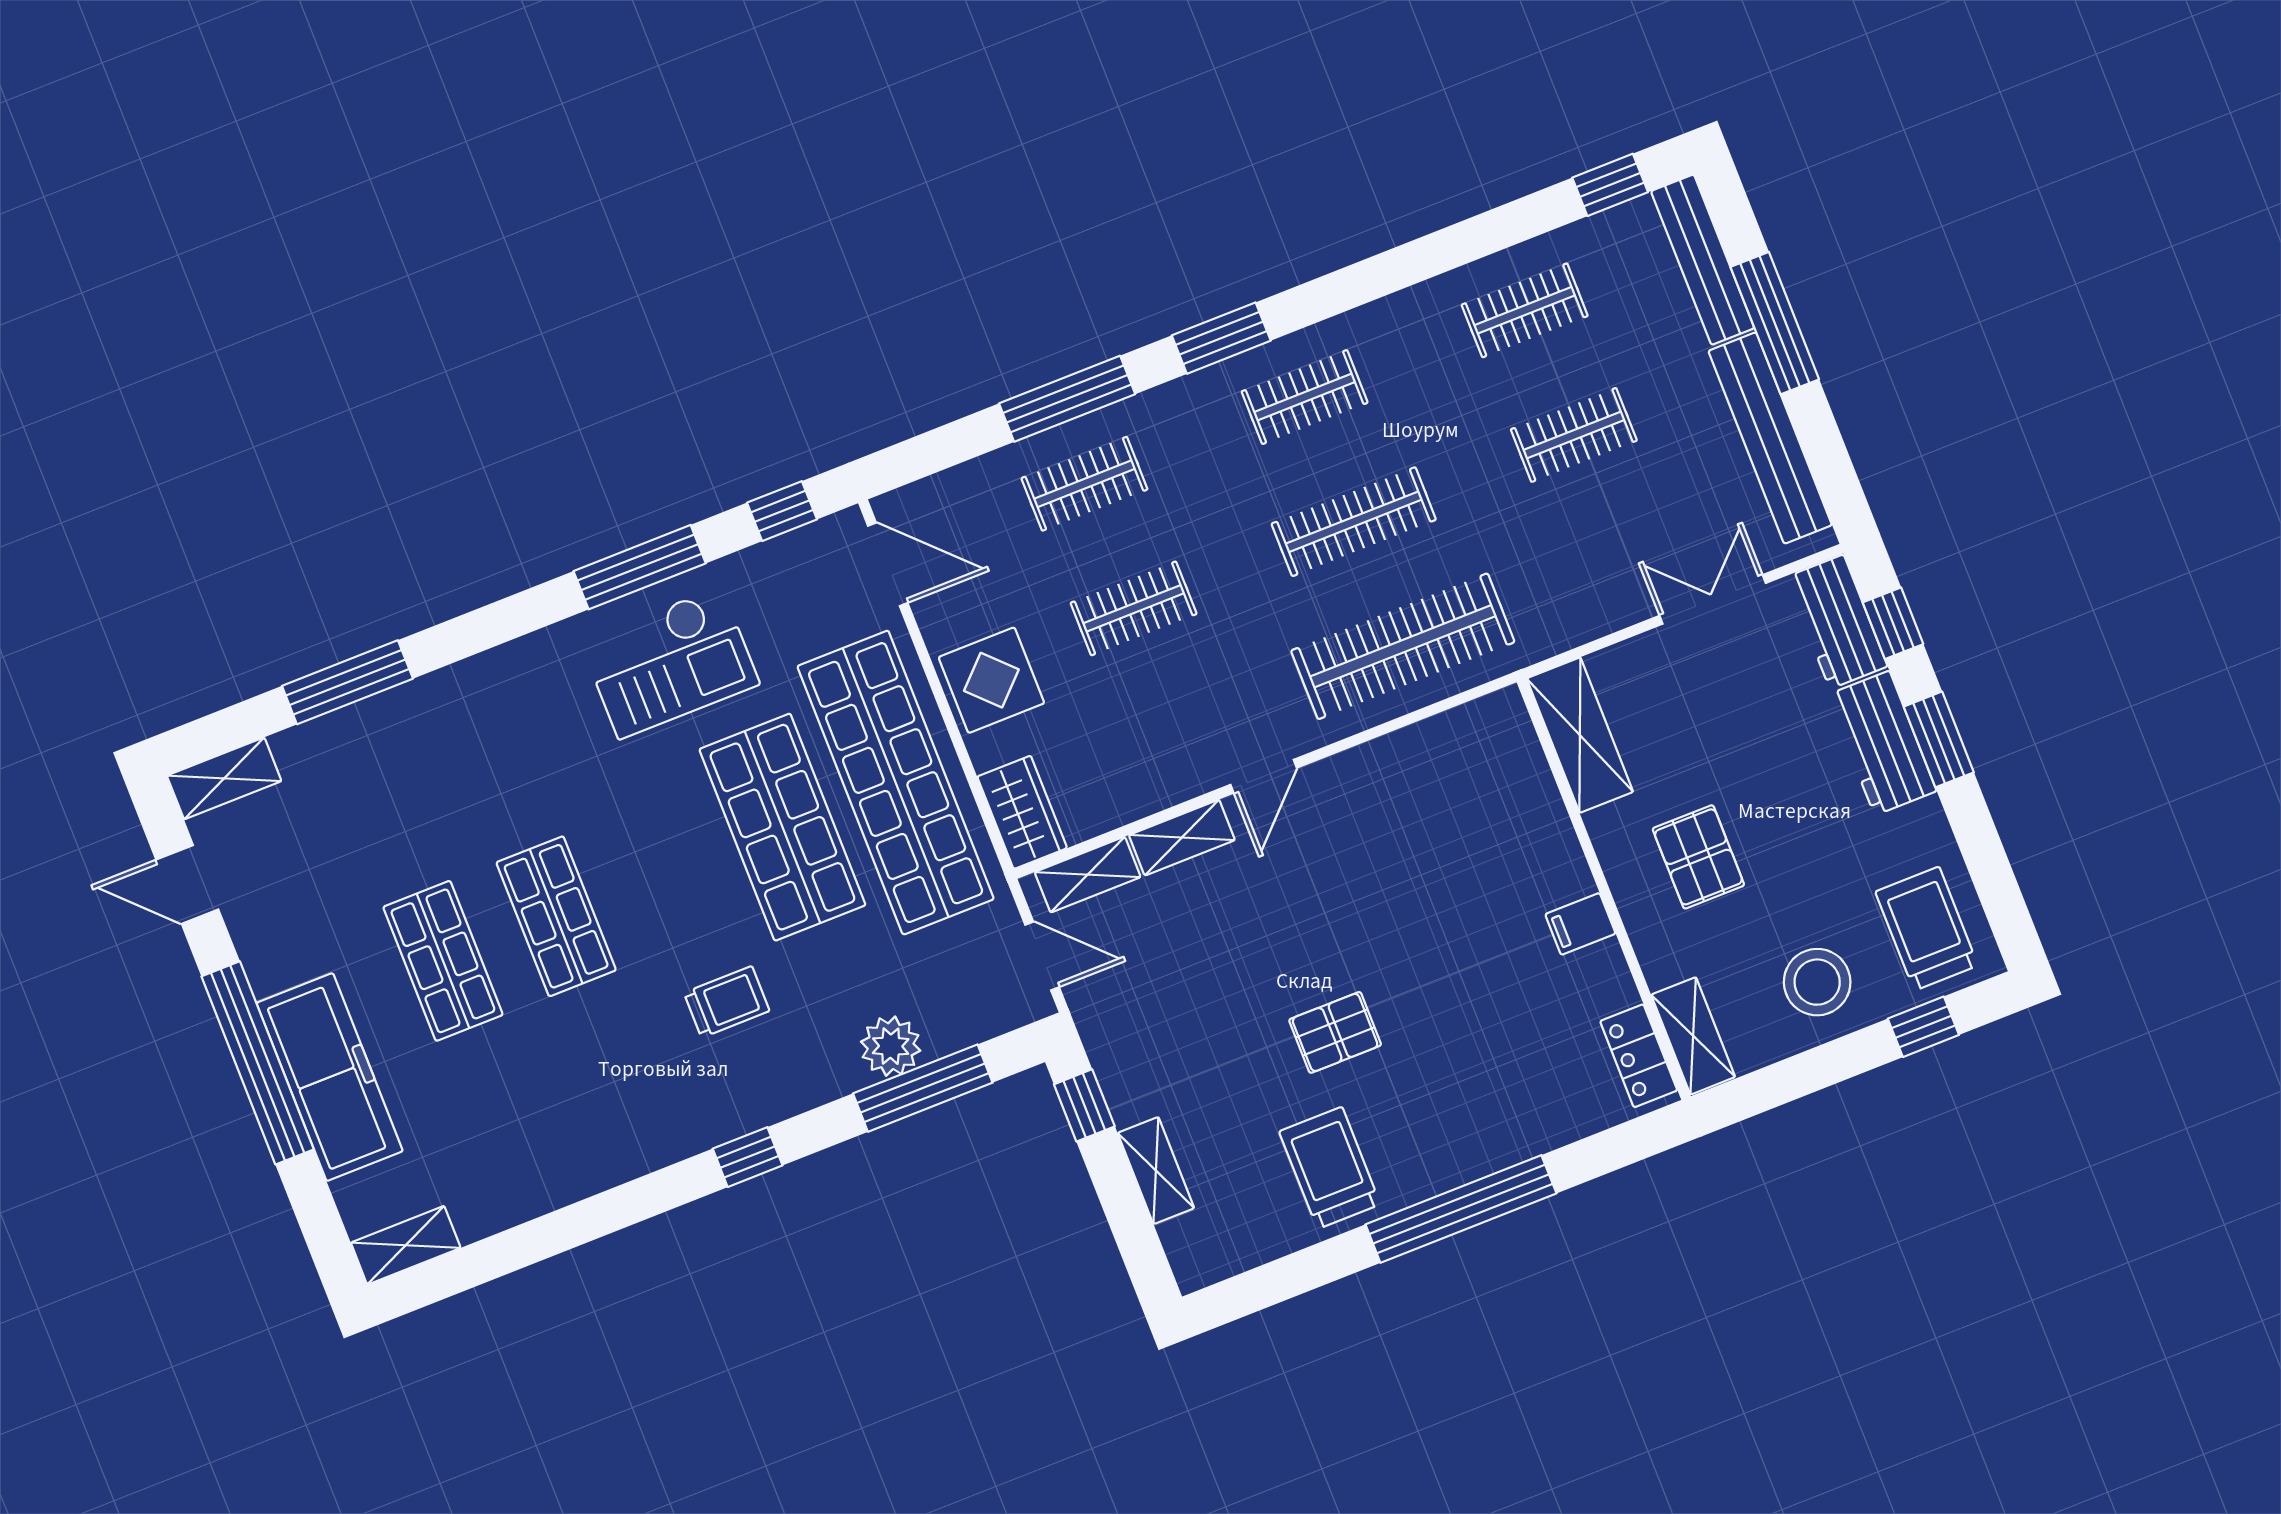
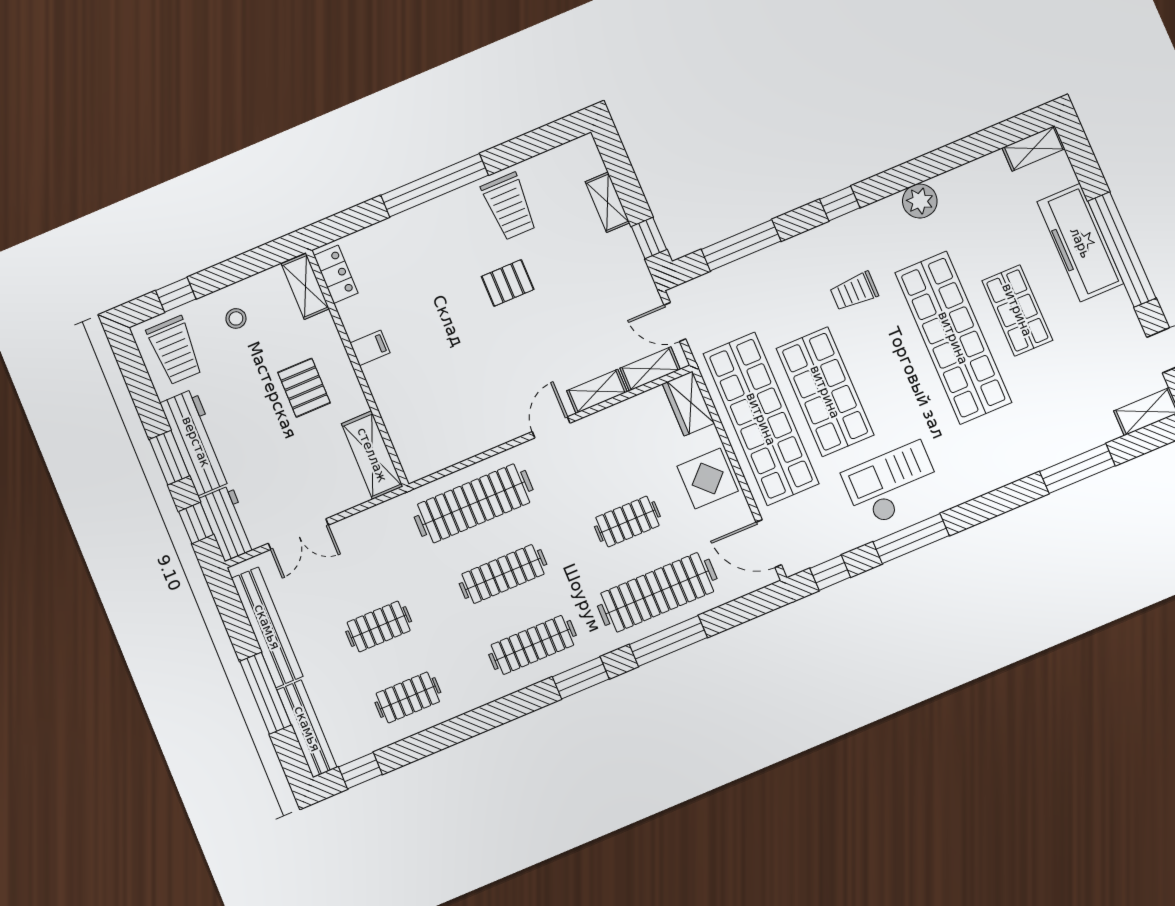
clothes rail: (1305, 397) -> (532, 645), width x1.36
clothes rail: (1084, 484) -> (657, 592), width x1.86, depth x1.31
workbench: (1882, 743) -> (196, 442), width x1.38
shop shelf: (556, 916) -> (953, 338), width x2.00, depth x1.36
stool: (1817, 982) -> (236, 318), width x0.53, depth x0.53
plant: (891, 1046) -> (920, 201), moved

